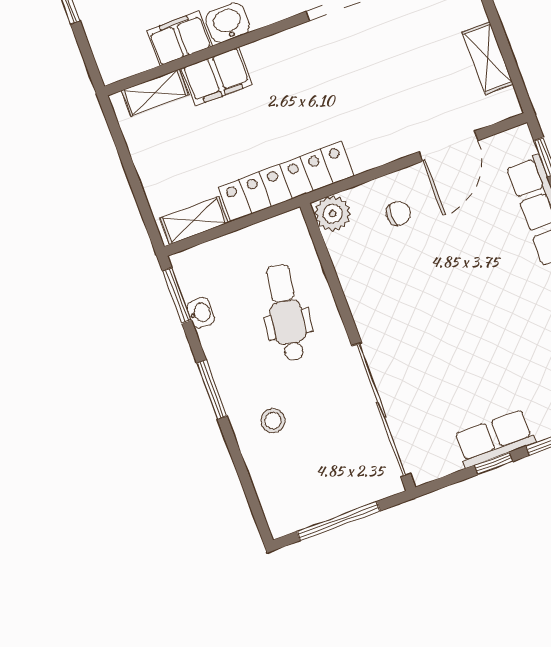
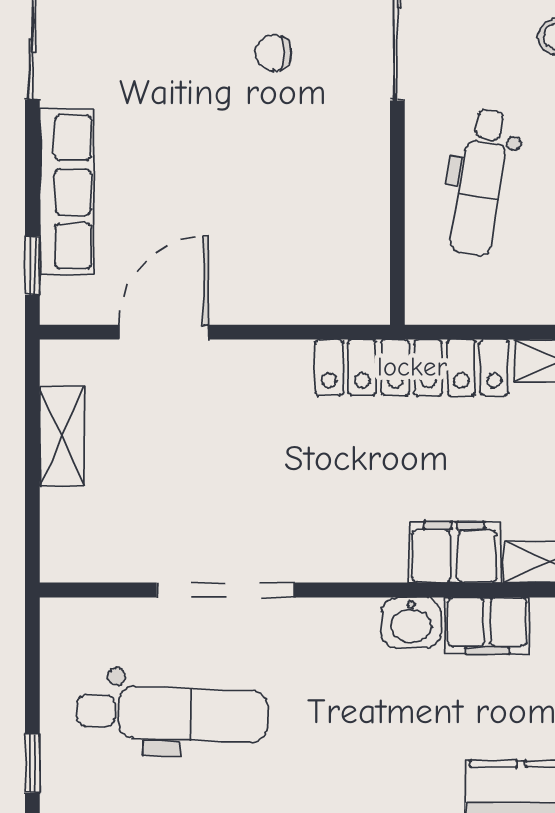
plant: (333, 214) -> (363, 298), removed
chair: (398, 214) -> (273, 53), moved

